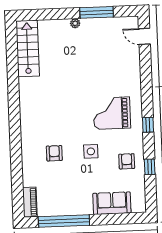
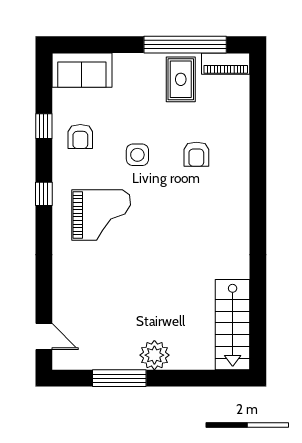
plant: (75, 23) -> (154, 355), width x1.88, depth x1.88
rug: (66, 199) -> (181, 79), added
piano: (30, 202) -> (226, 64), moved, turned -90
sofa: (112, 203) -> (82, 70), moved

